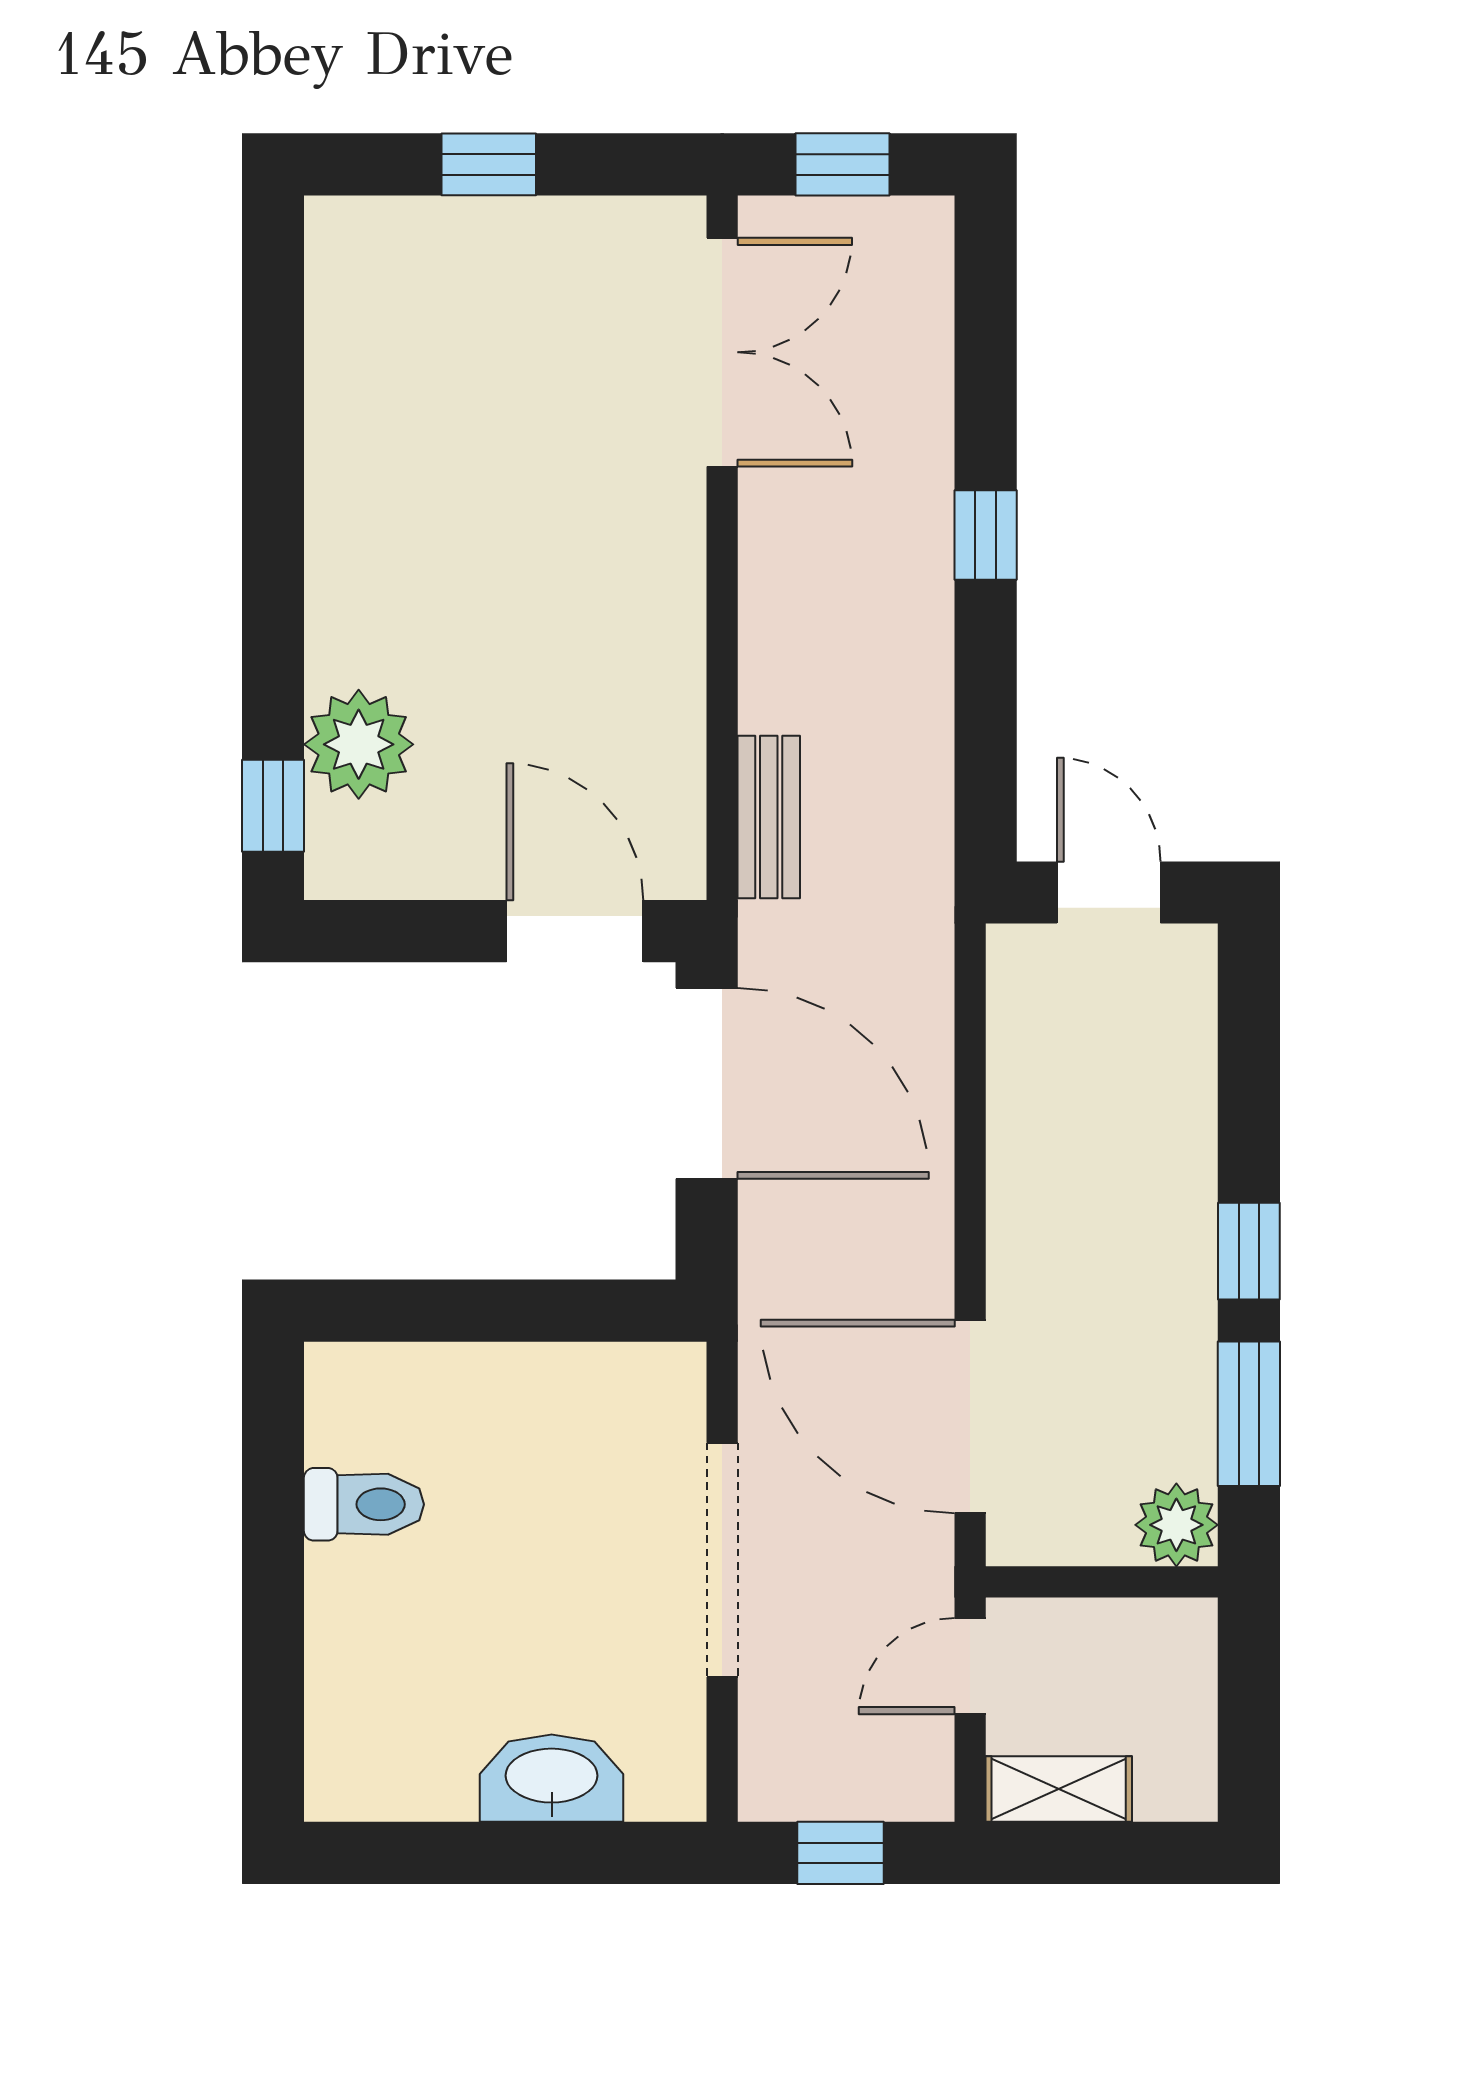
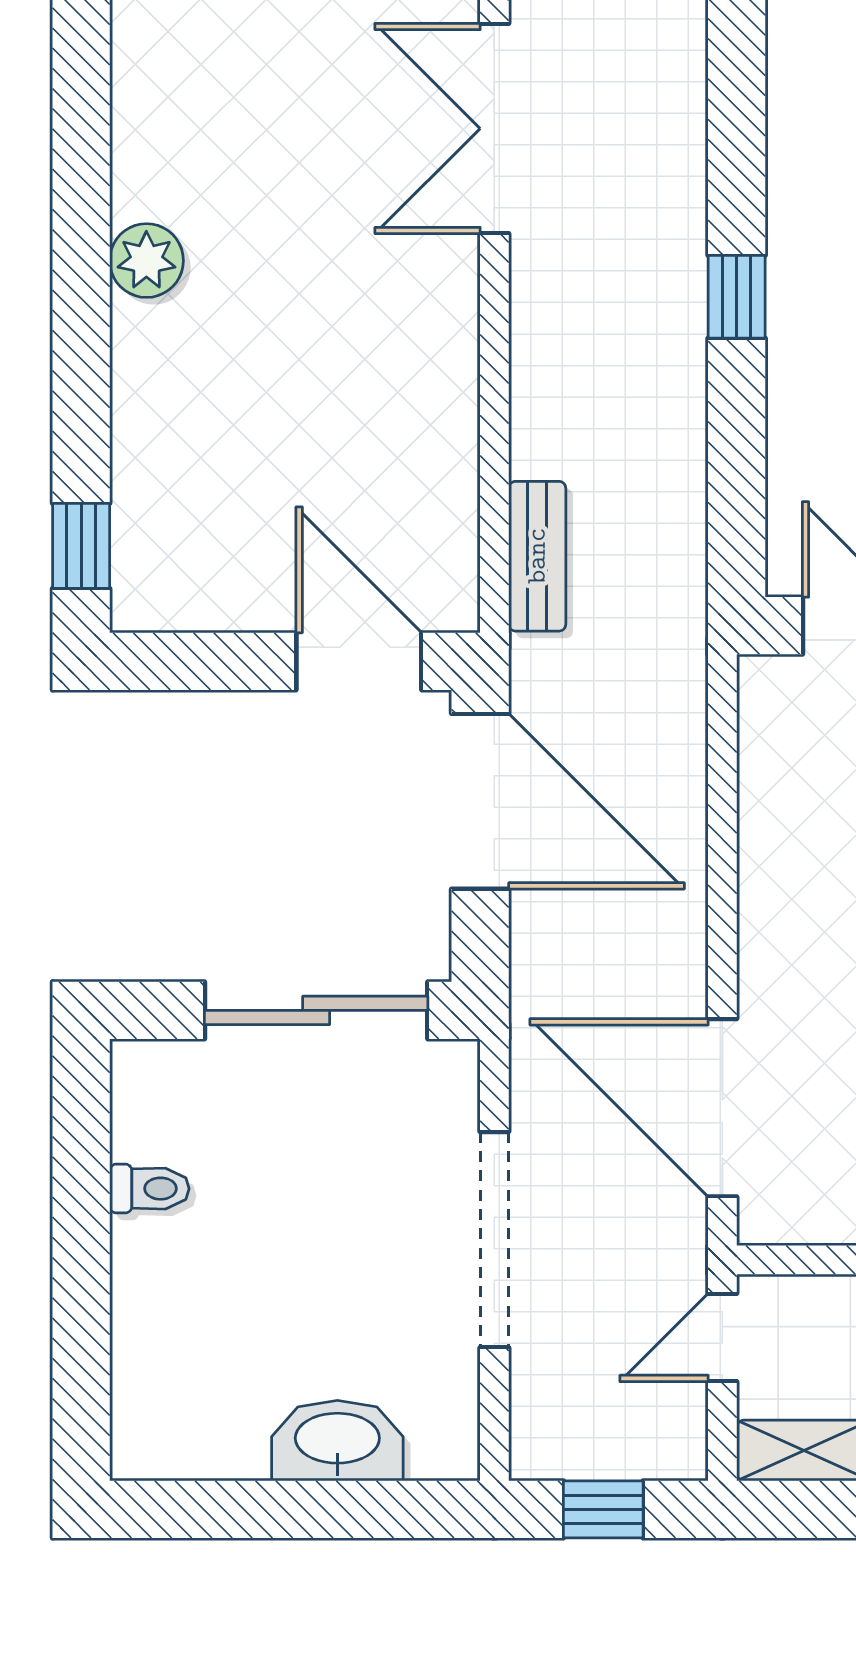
double door: (722, 352) -> (494, 129), swing flipped
plant: (359, 744) -> (146, 261), moved, width x0.73, depth x0.73
sliding door: (528, 1311) -> (316, 1010), added
toilet: (364, 1504) -> (149, 1189), width x0.73, depth x0.72

